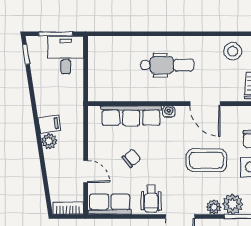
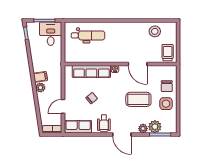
dental chair: (167, 65) -> (88, 35), moved
door: (86, 171) -> (63, 106), swing flipped

